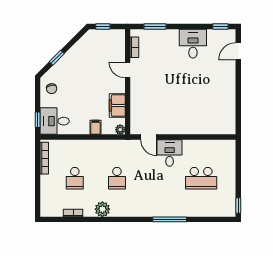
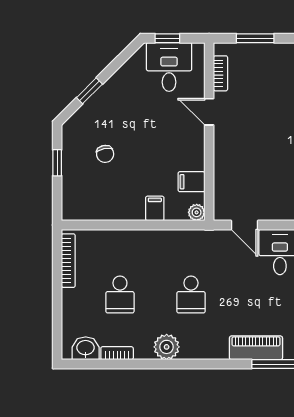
chair: (52, 89) -> (105, 154), moved
filing cabinet: (117, 105) -> (191, 182), width x0.50
window: (38, 120) -> (57, 163), moved
desk: (55, 121) -> (169, 67), moved, turned 90
washbasin: (54, 210) -> (86, 348), added
piano: (155, 210) -> (256, 348), added

